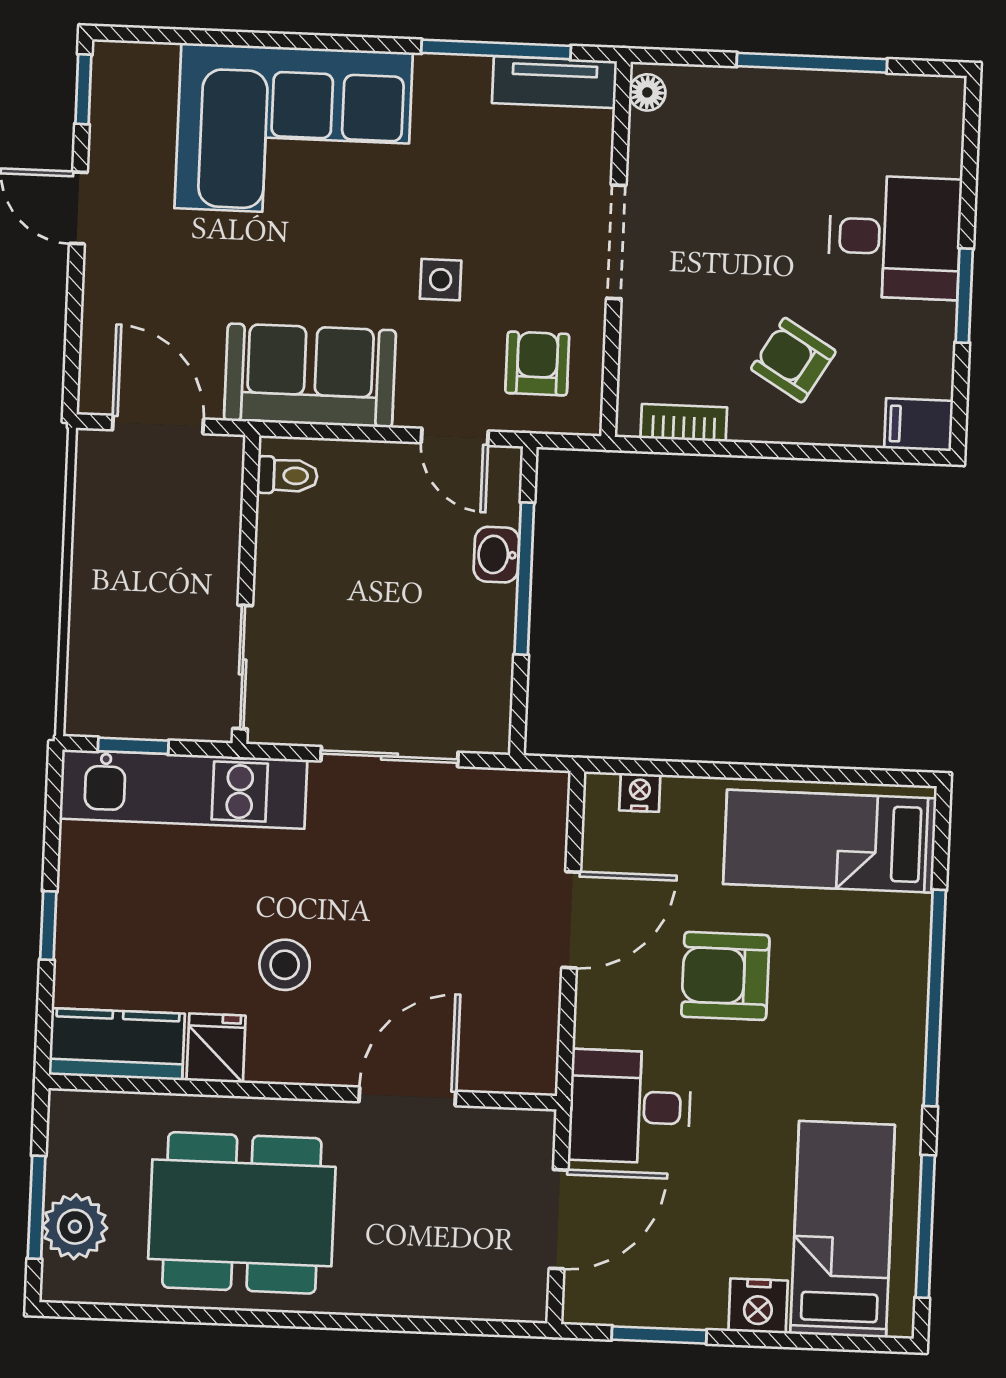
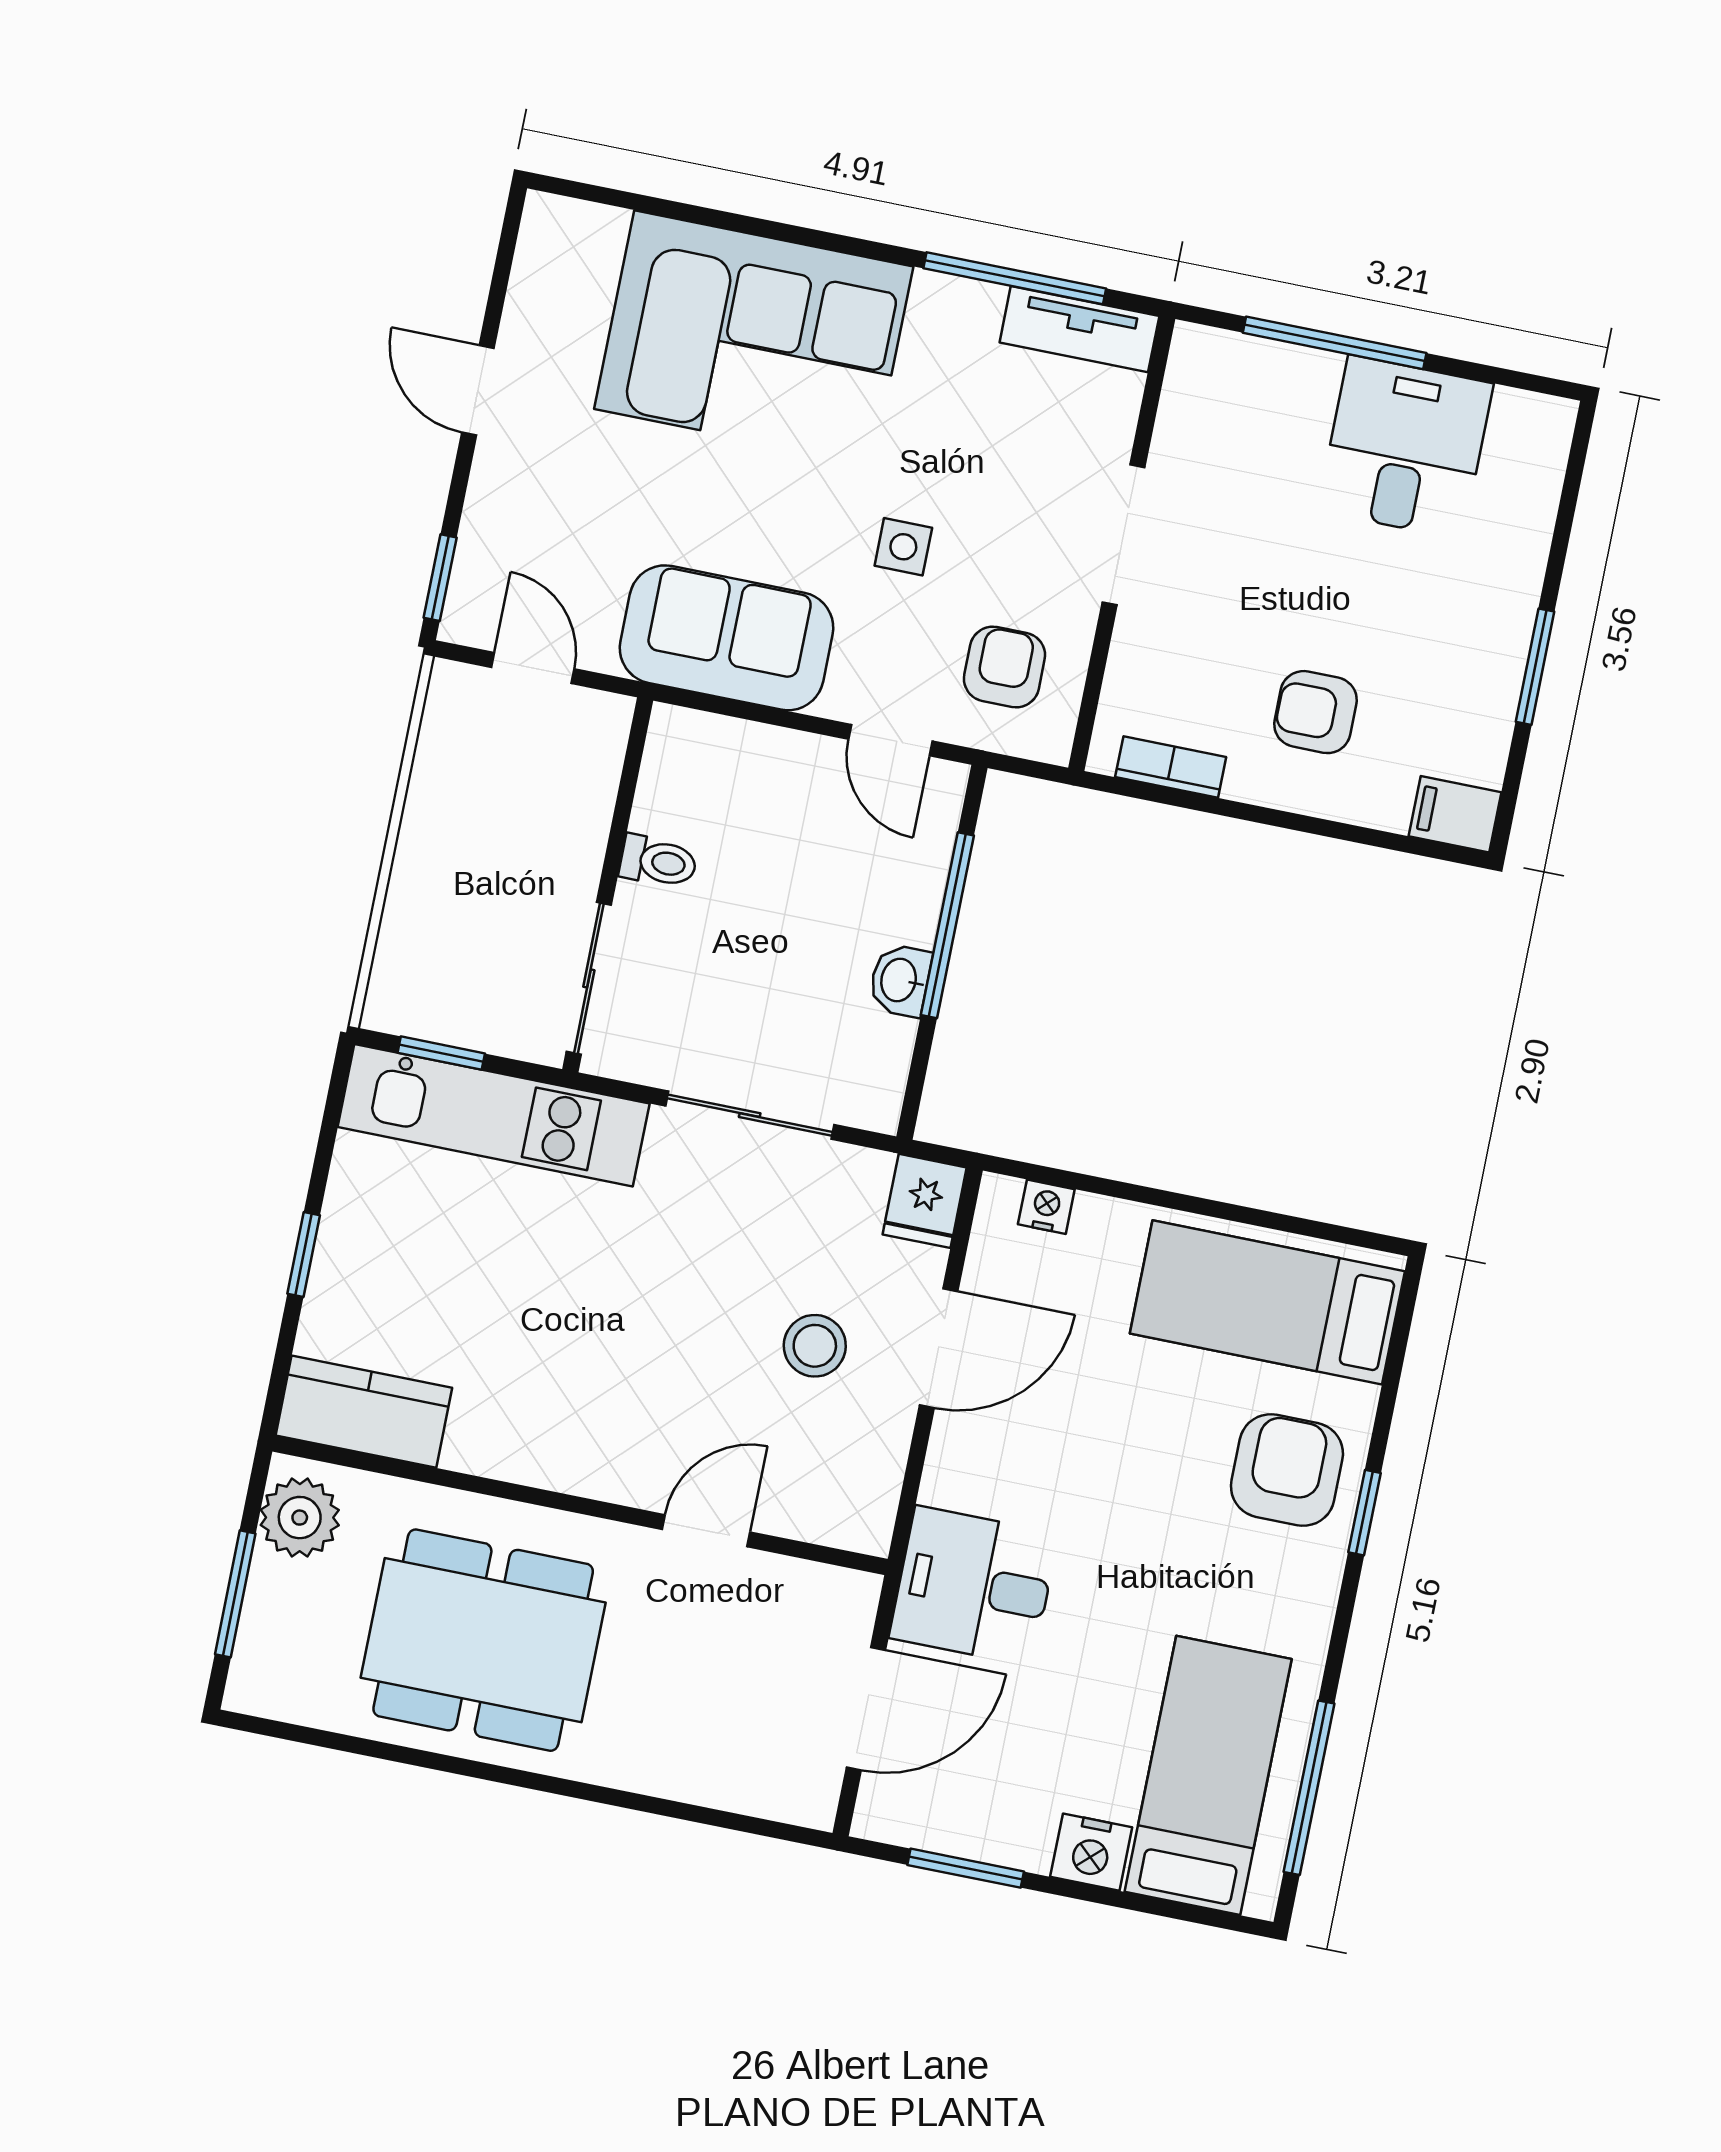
window: (812, 63) -> (1335, 343), moved
window: (83, 89) -> (440, 578), moved
floor lamp: (647, 92) -> (1190, 360), removed
desk: (895, 237) -> (1405, 447), moved, turned -90
armchair: (793, 360) -> (1315, 712), turned -31
door: (158, 424) -> (533, 668), width x0.73
toilet: (287, 475) -> (658, 862), moved
washbasin: (496, 555) -> (900, 980), moved
stool: (285, 965) -> (815, 1346), moved
armchair: (725, 976) -> (1287, 1470), moved, turned 90
window: (935, 998) -> (1364, 1513), width x0.32
fridge: (216, 1048) -> (925, 1201), moved, turned 180
door: (407, 1096) -> (706, 1531), width x0.73
plant: (75, 1227) -> (300, 1518), moved

